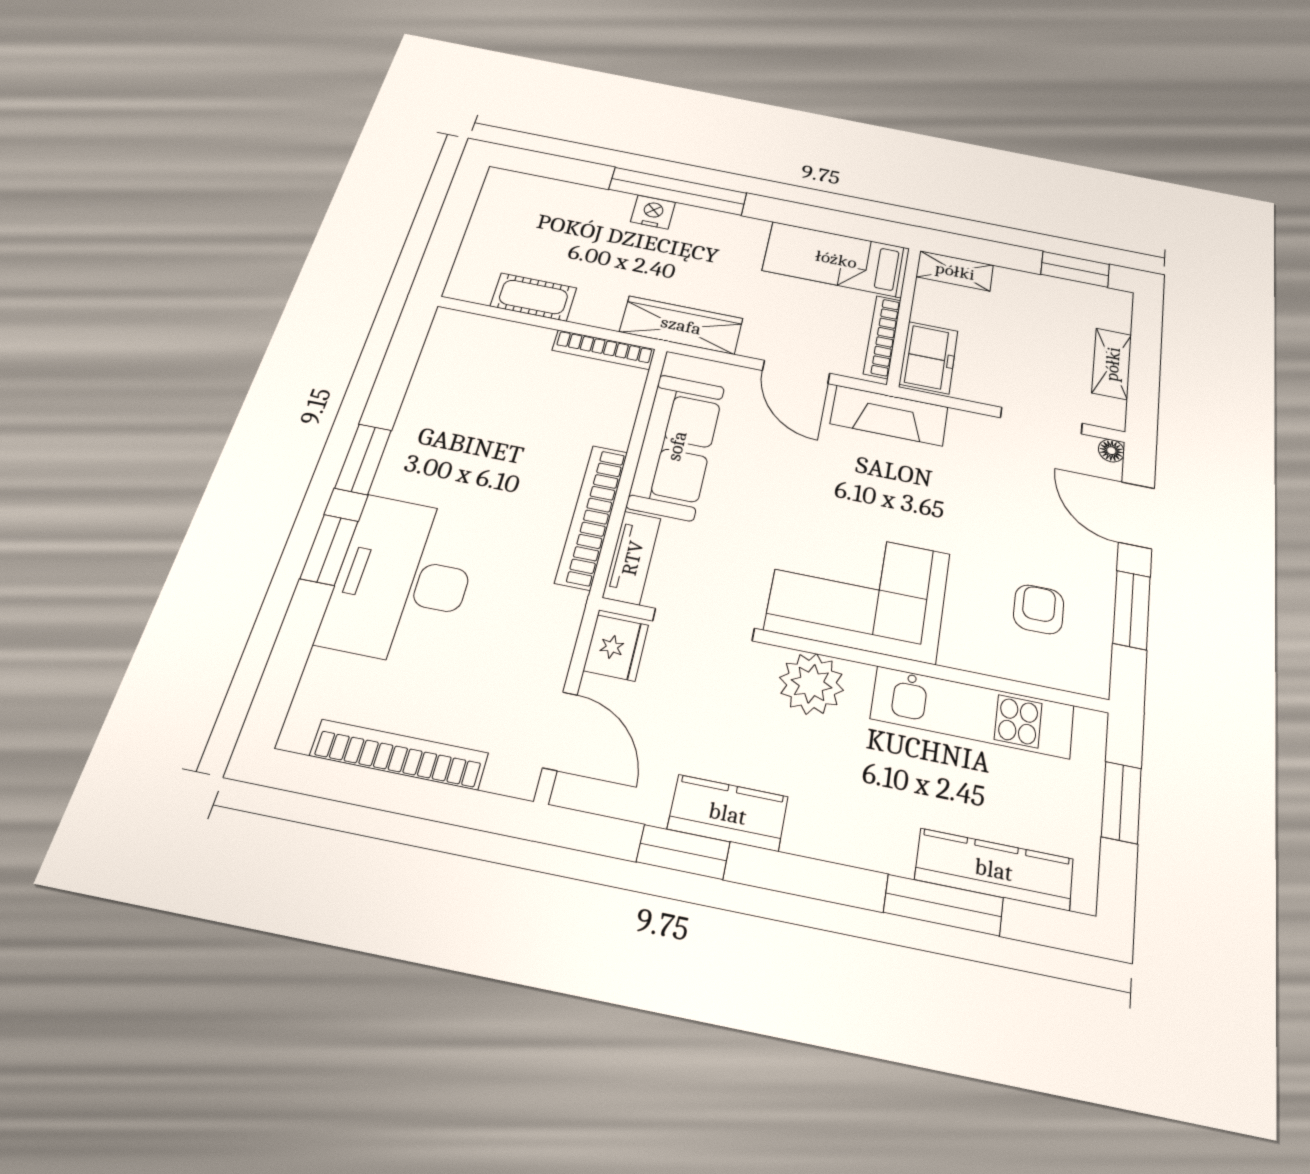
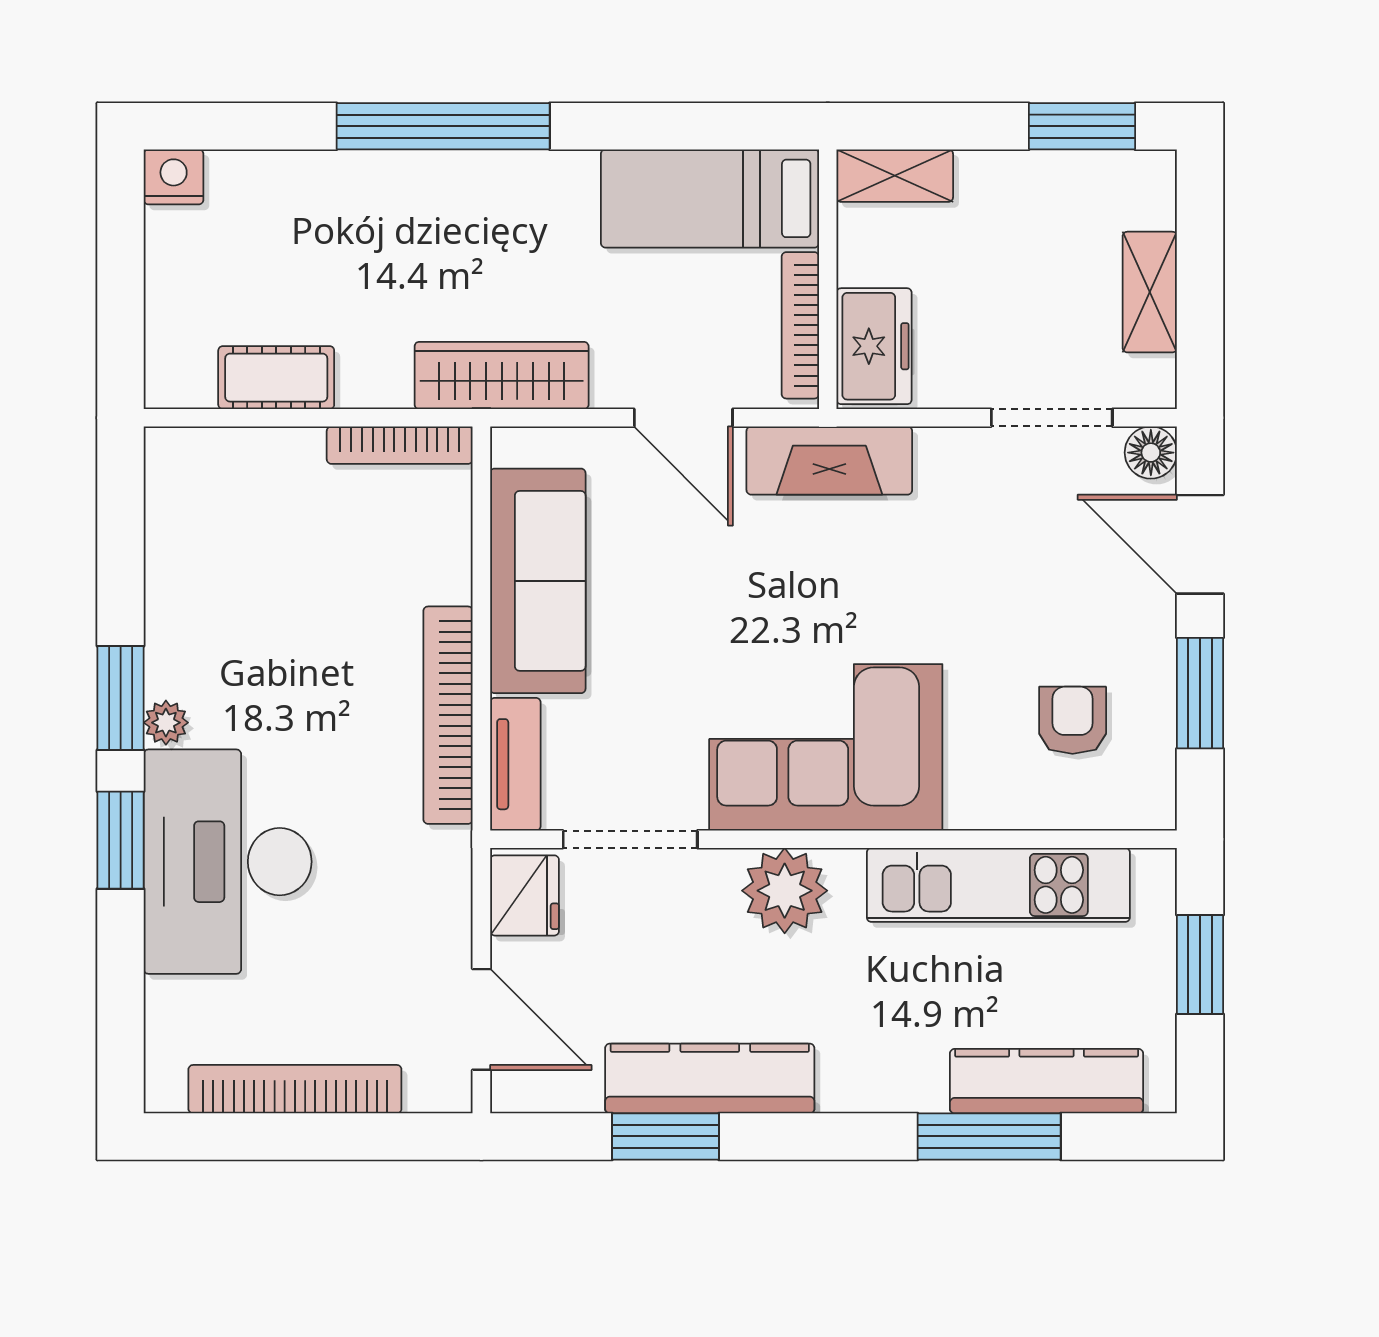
nightstand: (653, 212) -> (174, 177), moved
floor lamp: (1111, 451) -> (1151, 453), width x1.37, depth x1.37
plant: (390, 481) -> (166, 723), added
kitchen counter: (728, 813) -> (710, 1078), width x1.50

